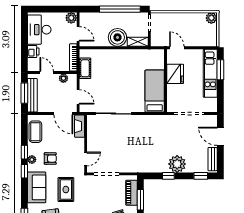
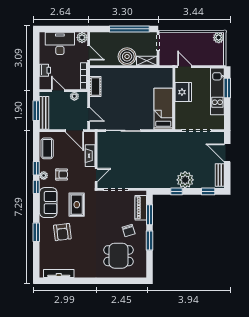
desk: (39, 30) -> (60, 43), moved, turned 90
fireplace: (80, 126) -> (90, 156), moved

